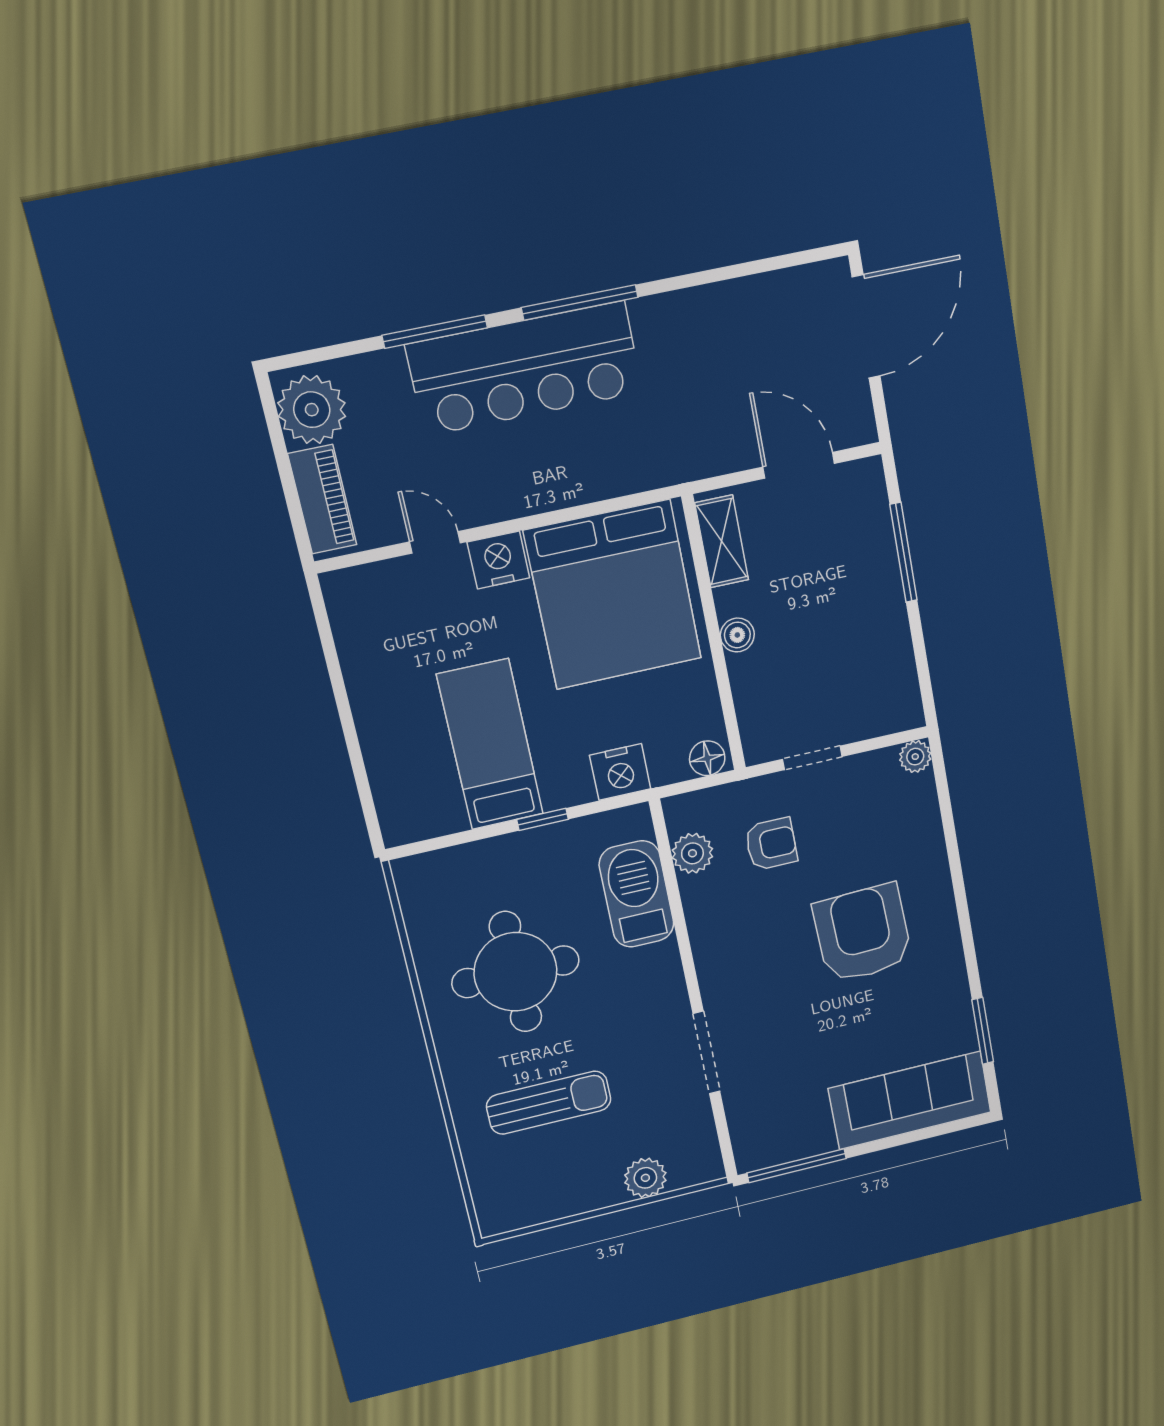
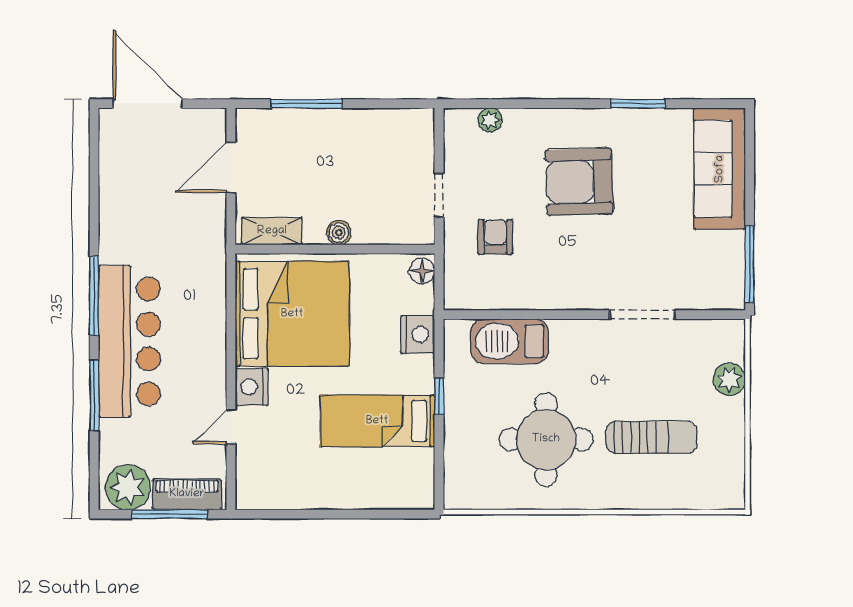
window: (287, 479) -> (169, 514), added
plant: (915, 757) -> (490, 120), moved
plant: (692, 853) -> (489, 295), removed
window: (983, 1031) -> (638, 104), moved
sun lounger: (549, 1103) -> (652, 437), turned 90

